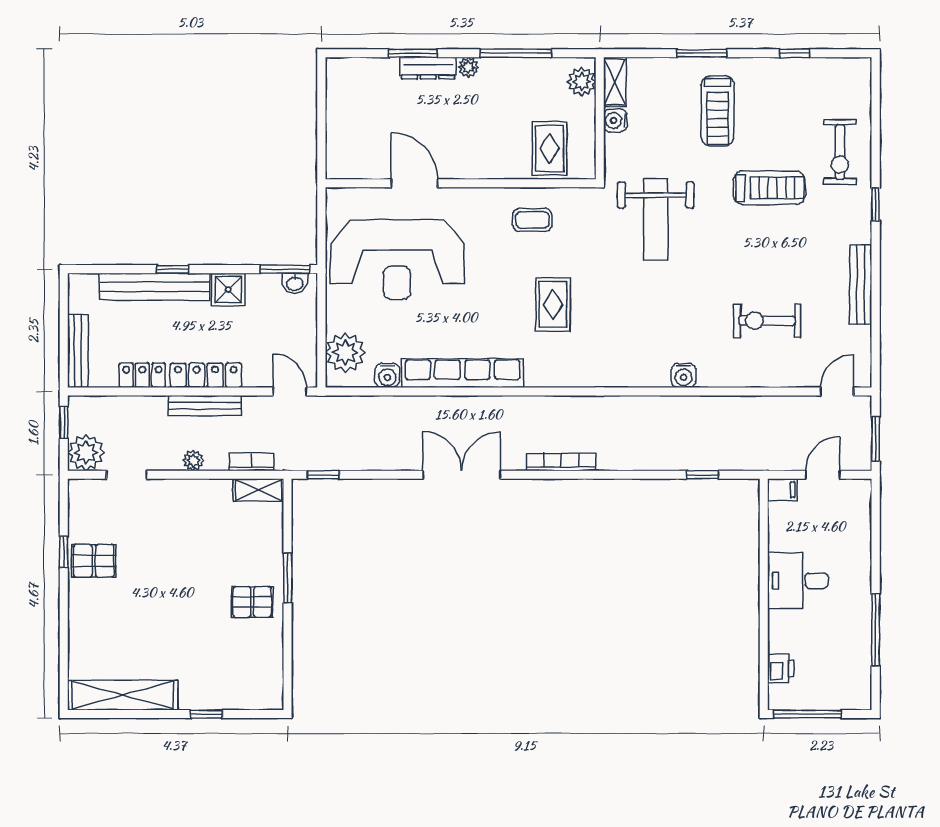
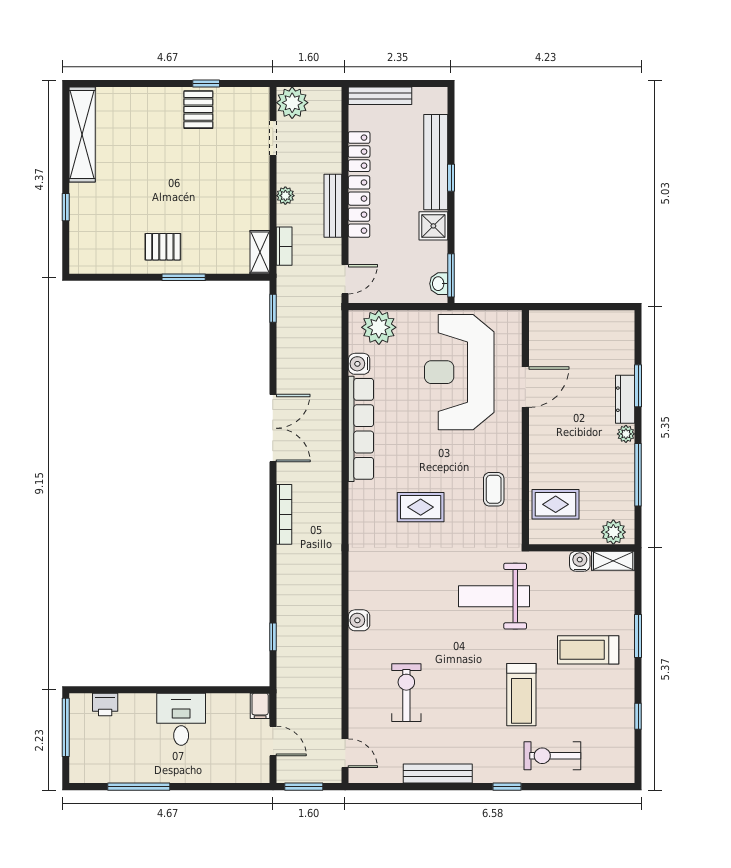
window: (64, 422) -> (318, 84), removed
pallet: (252, 602) -> (163, 247), turned 90

